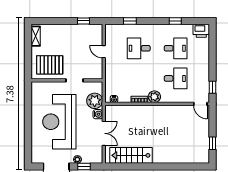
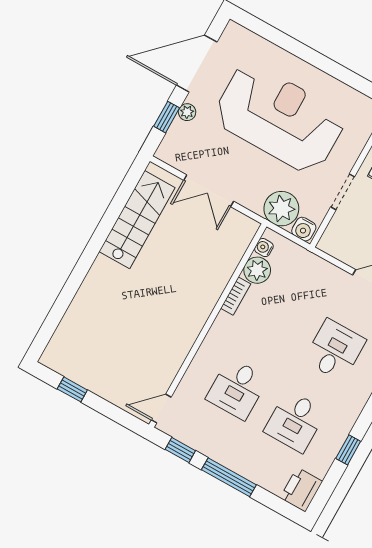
window: (212, 62) -> (229, 477), added
plant: (154, 97) -> (257, 270), moved
water cooler: (98, 114) -> (304, 229), moved

